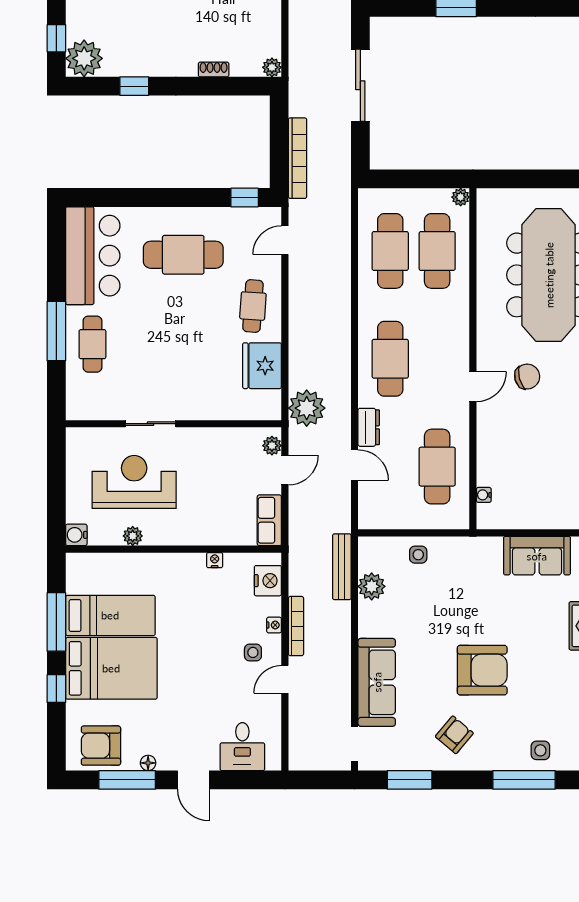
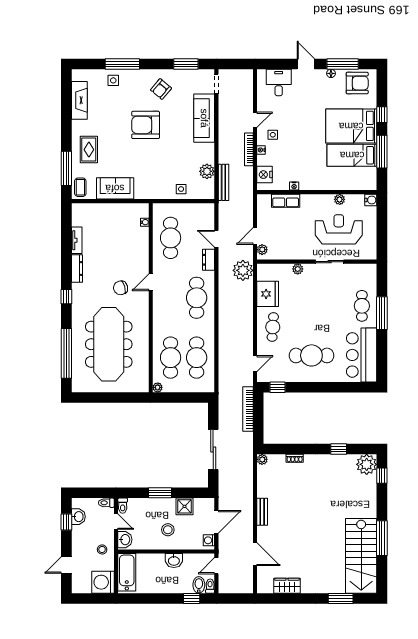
plant: (208, 411) -> (298, 269), added
reception desk: (134, 482) -> (339, 229), turned 180
row of seats: (269, 520) -> (286, 201), moved, turned 90

